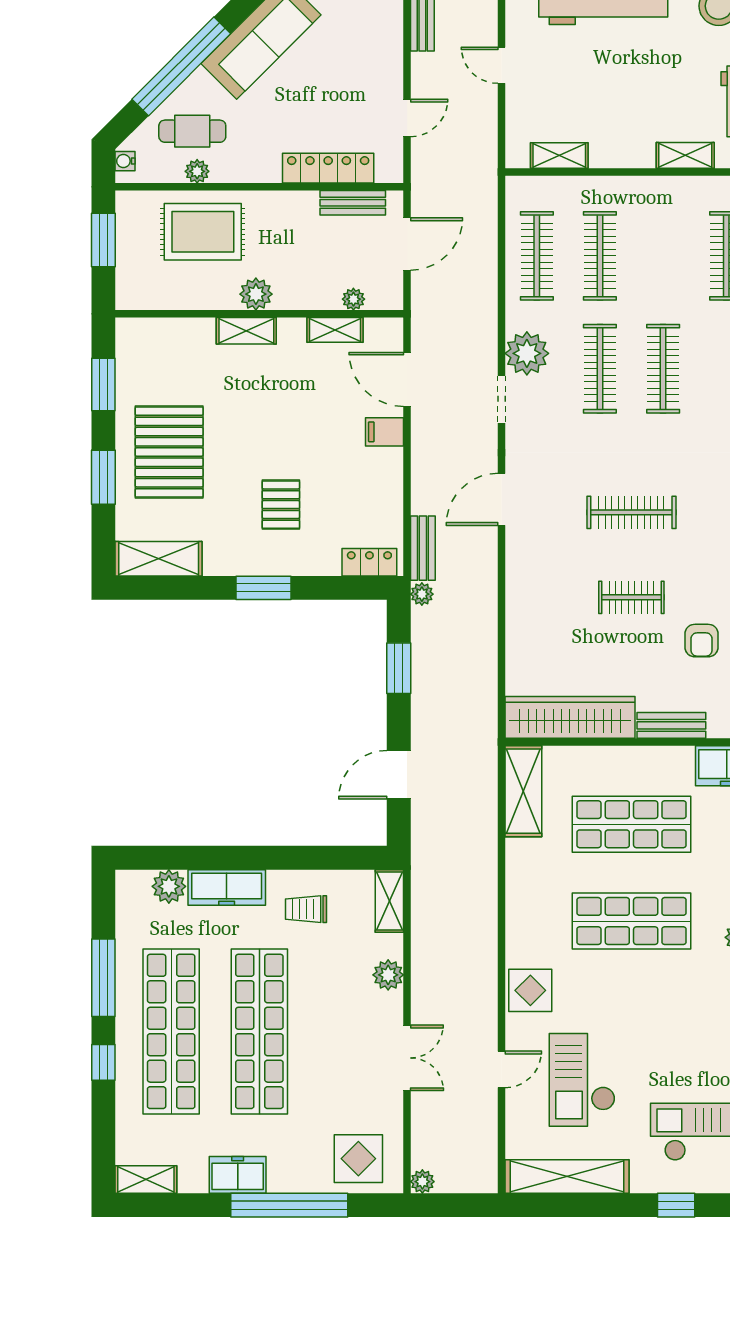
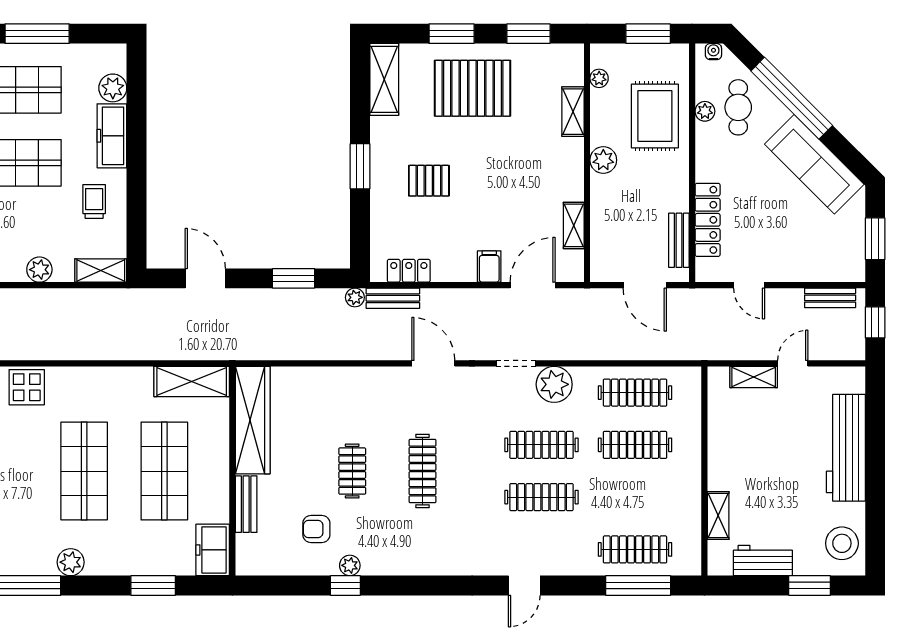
shelving: (559, 156) -> (754, 377), moved, turned 90
plant: (353, 299) -> (599, 78), moved
shelving: (246, 331) -> (573, 112), moved
locker: (369, 562) -> (409, 271), moved, turned -90

